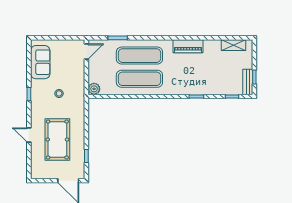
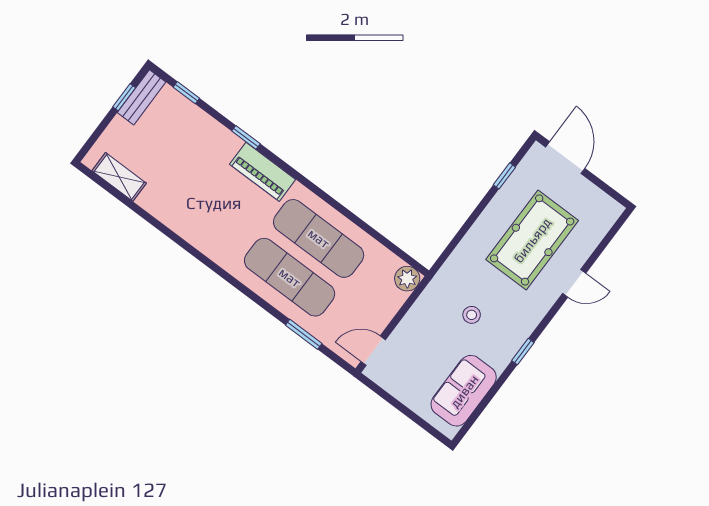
piano: (188, 46) -> (263, 172), moved, turned 180
door: (29, 135) -> (574, 283), hinge flipped

